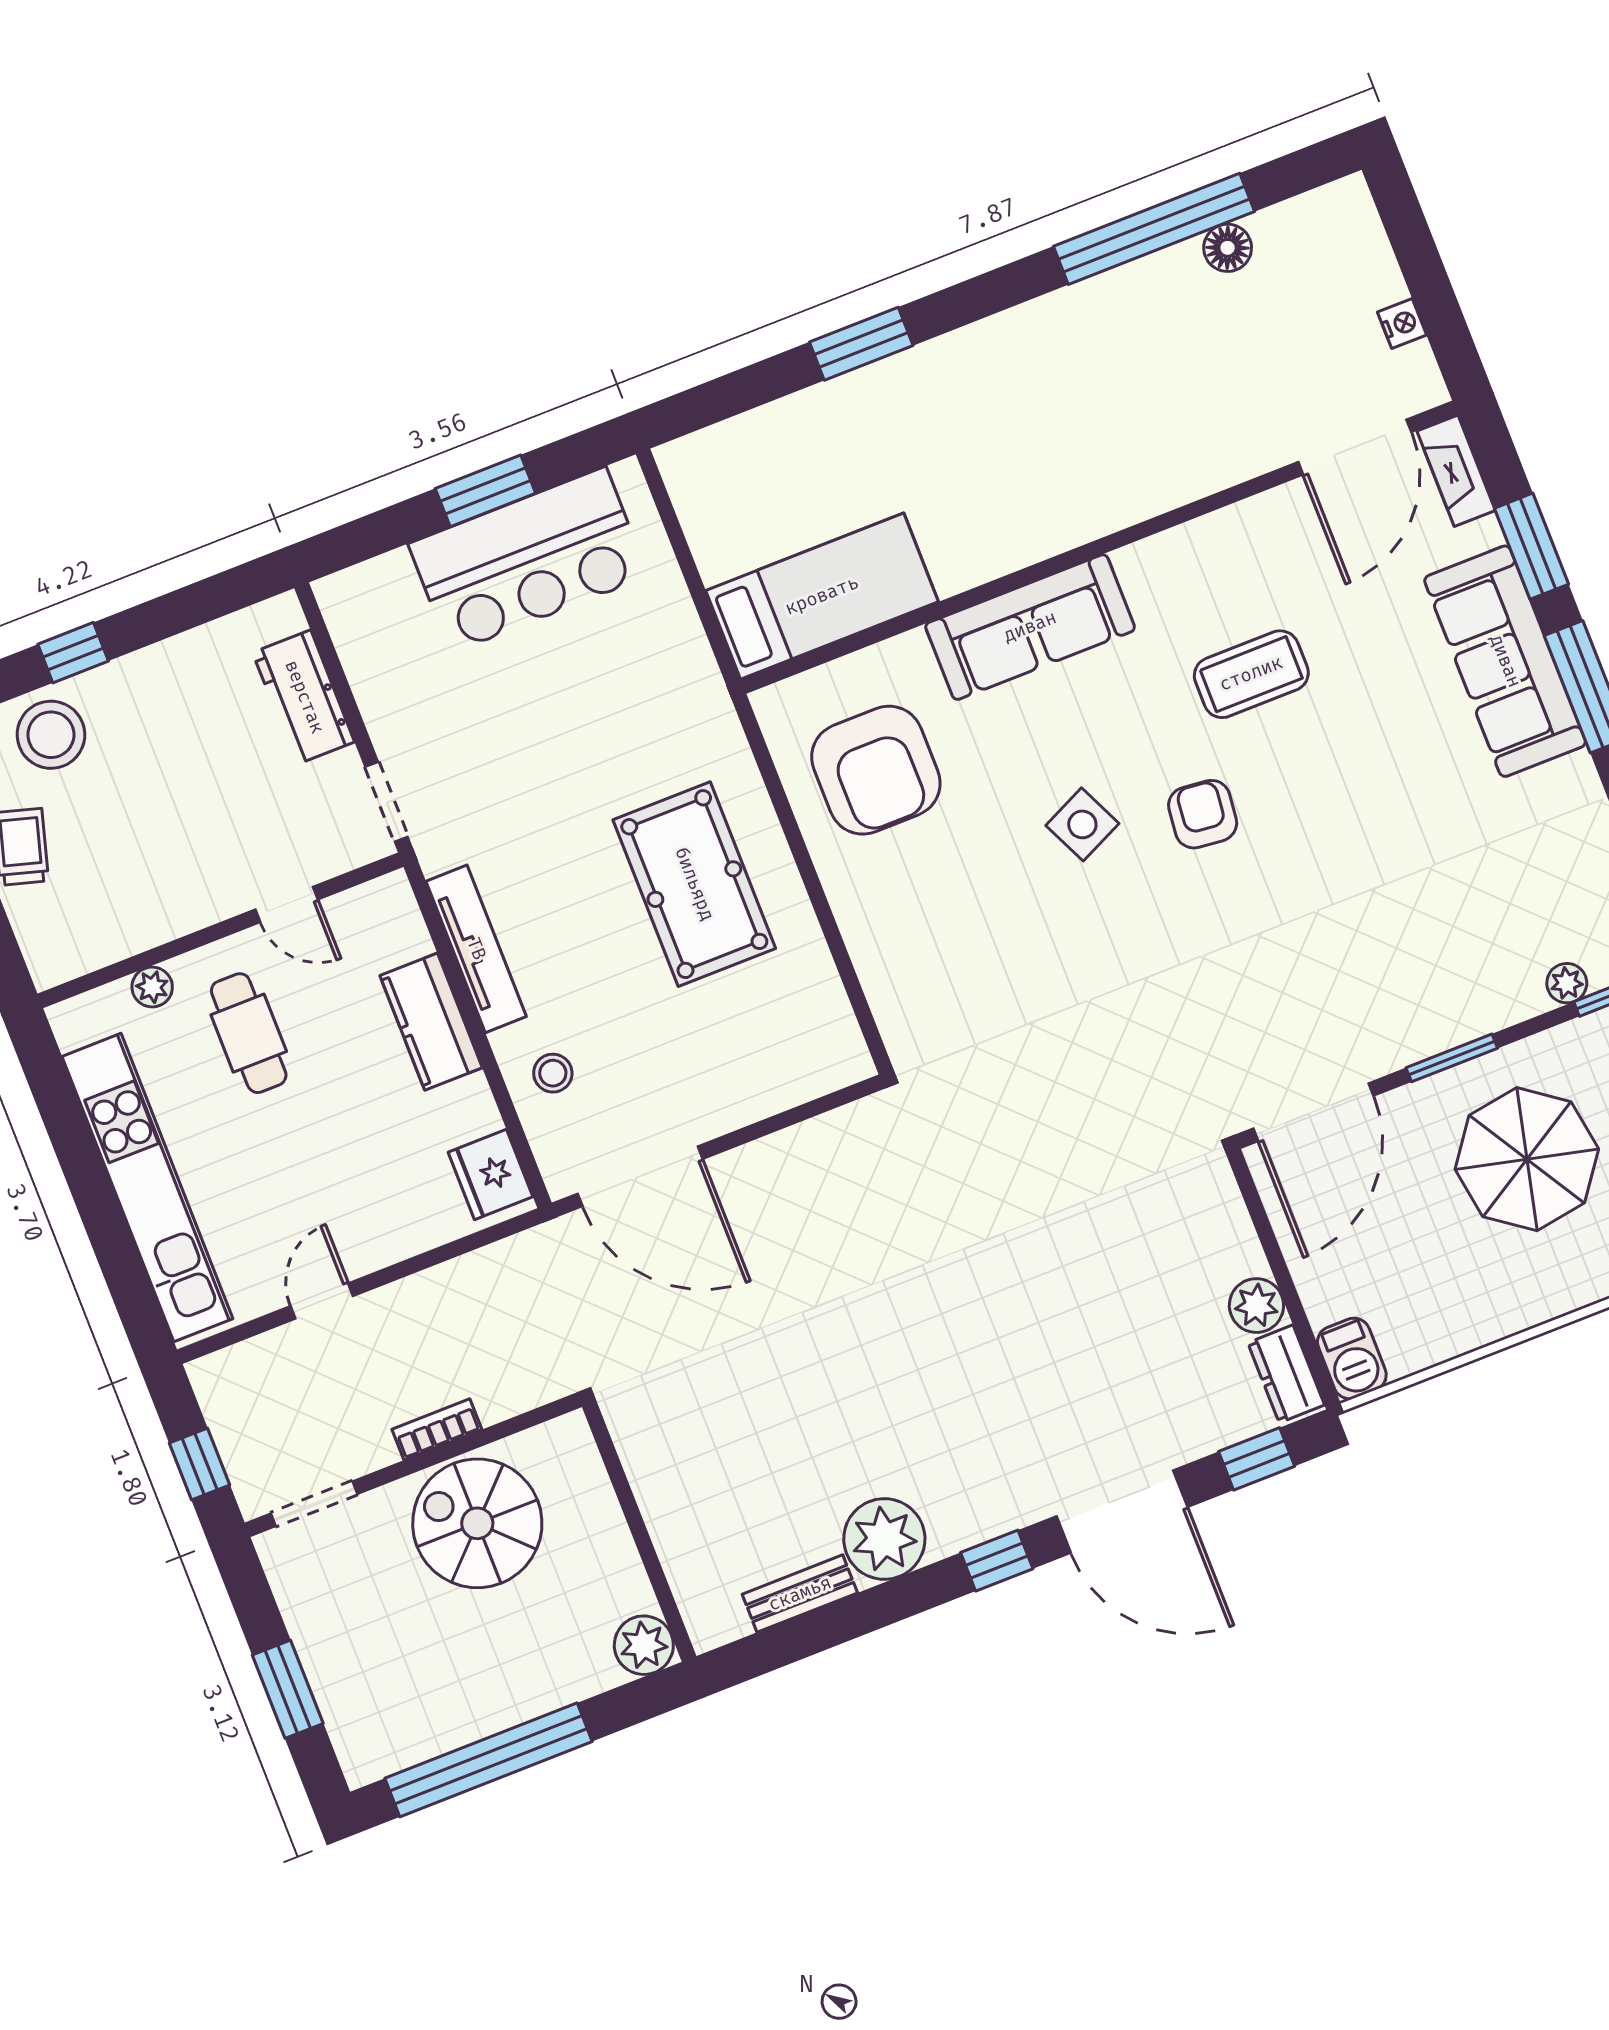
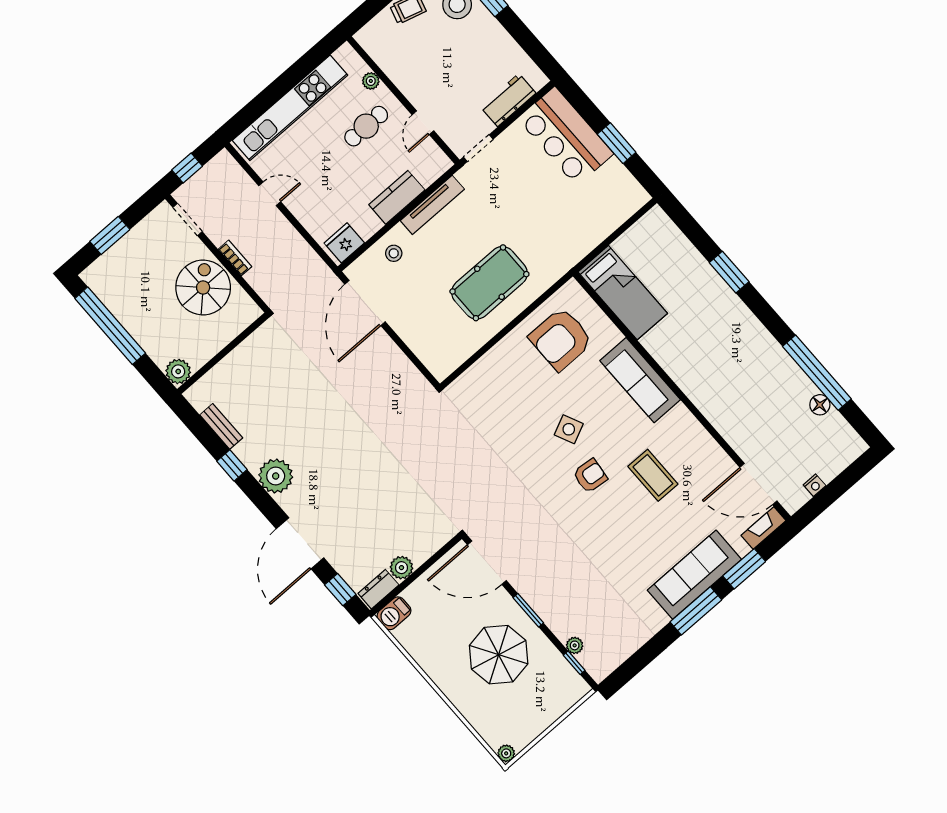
bar counter: (528, 560) -> (566, 136), moved
plant: (884, 1539) -> (276, 476), moved
window: (997, 1561) -> (232, 465), moved

